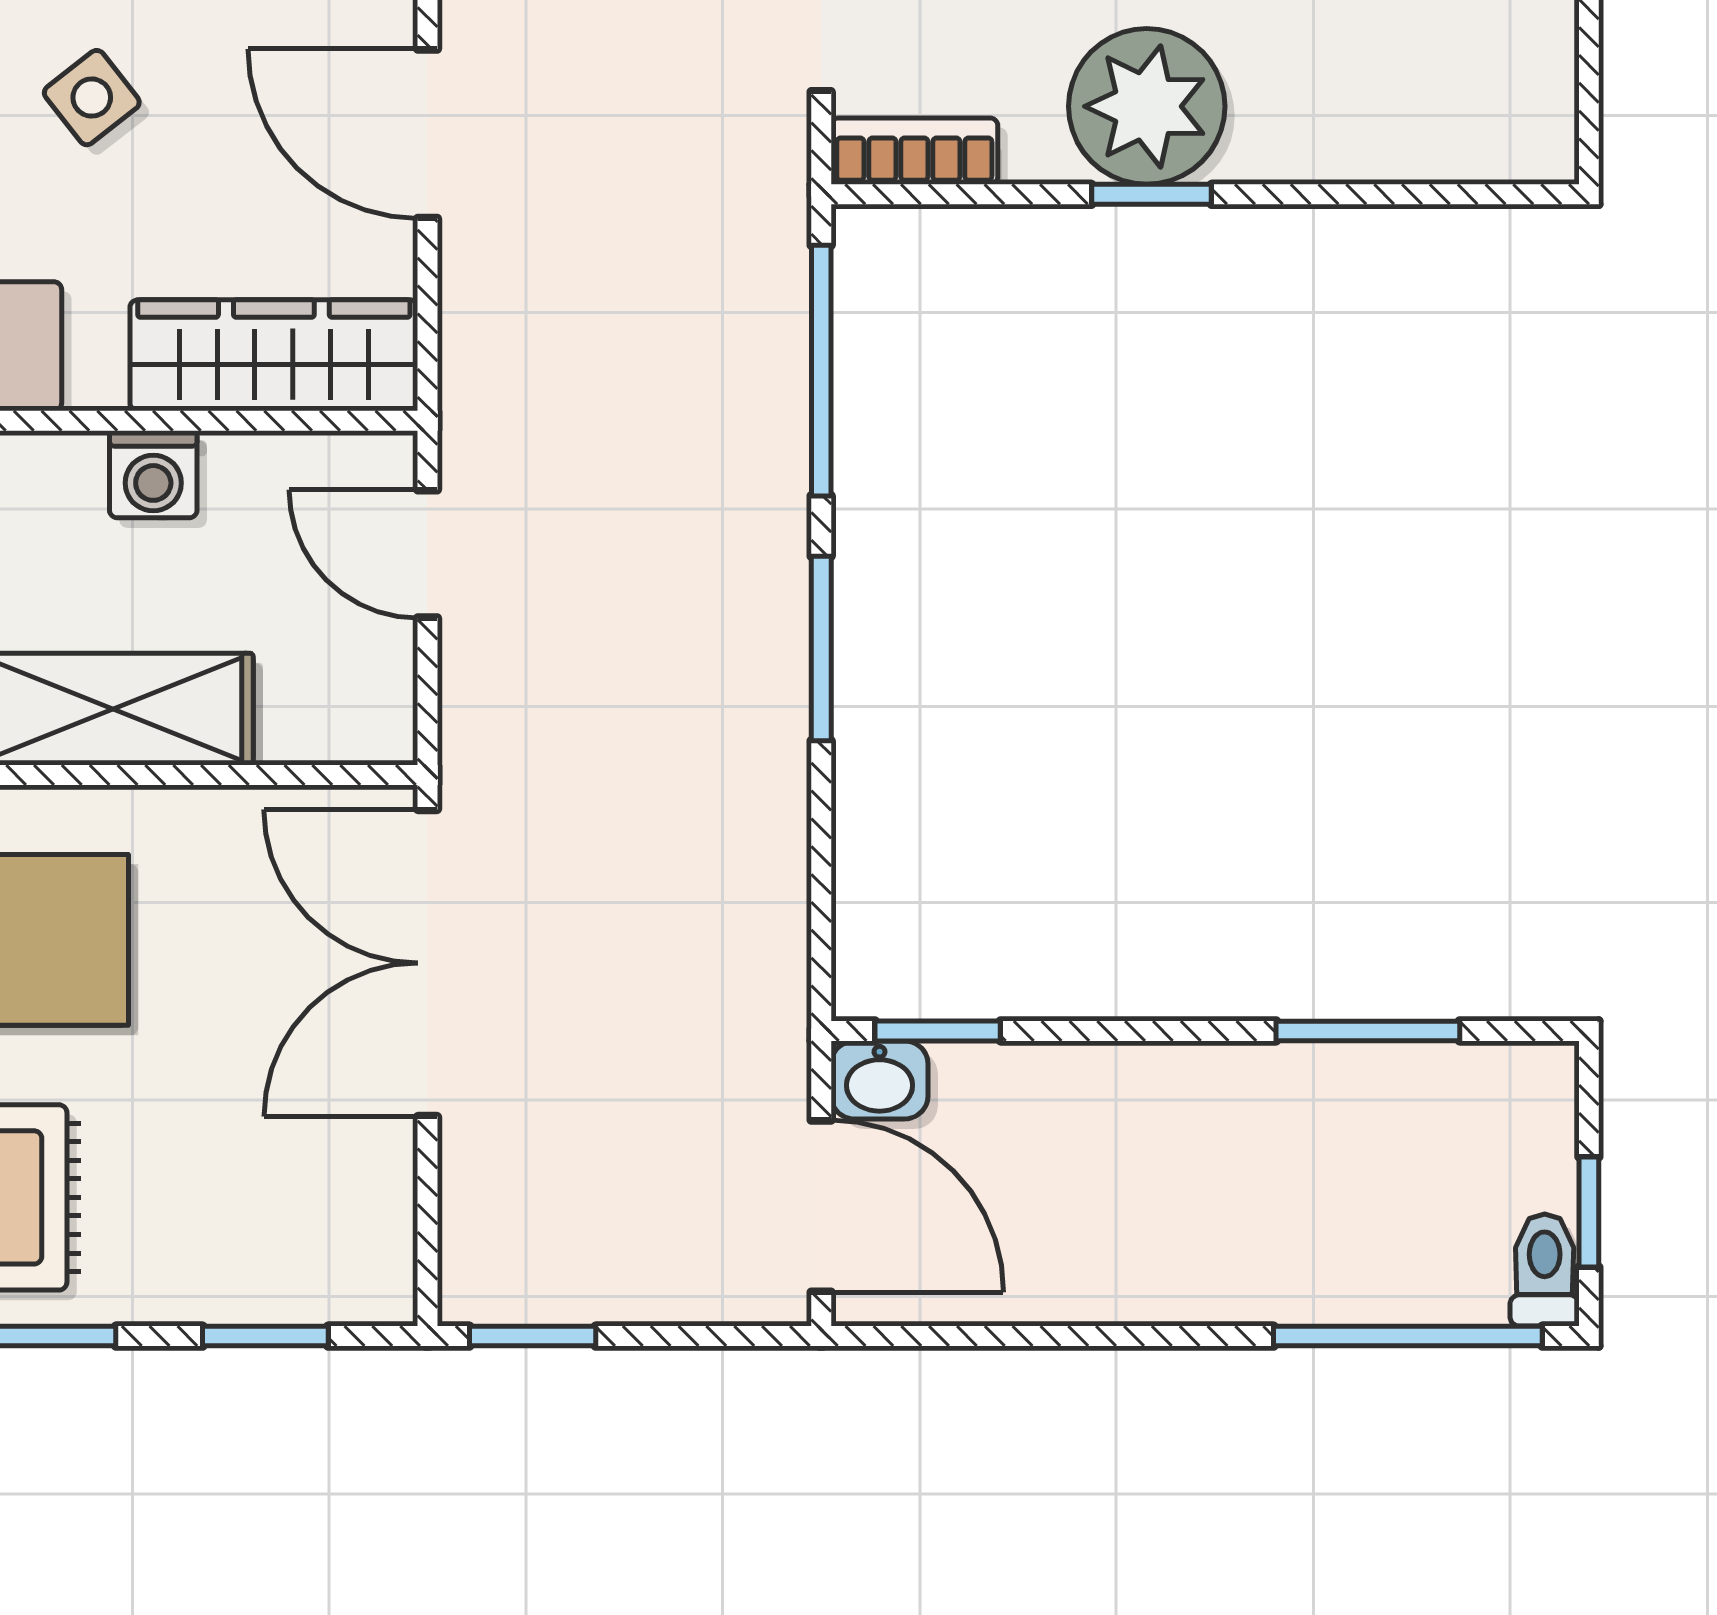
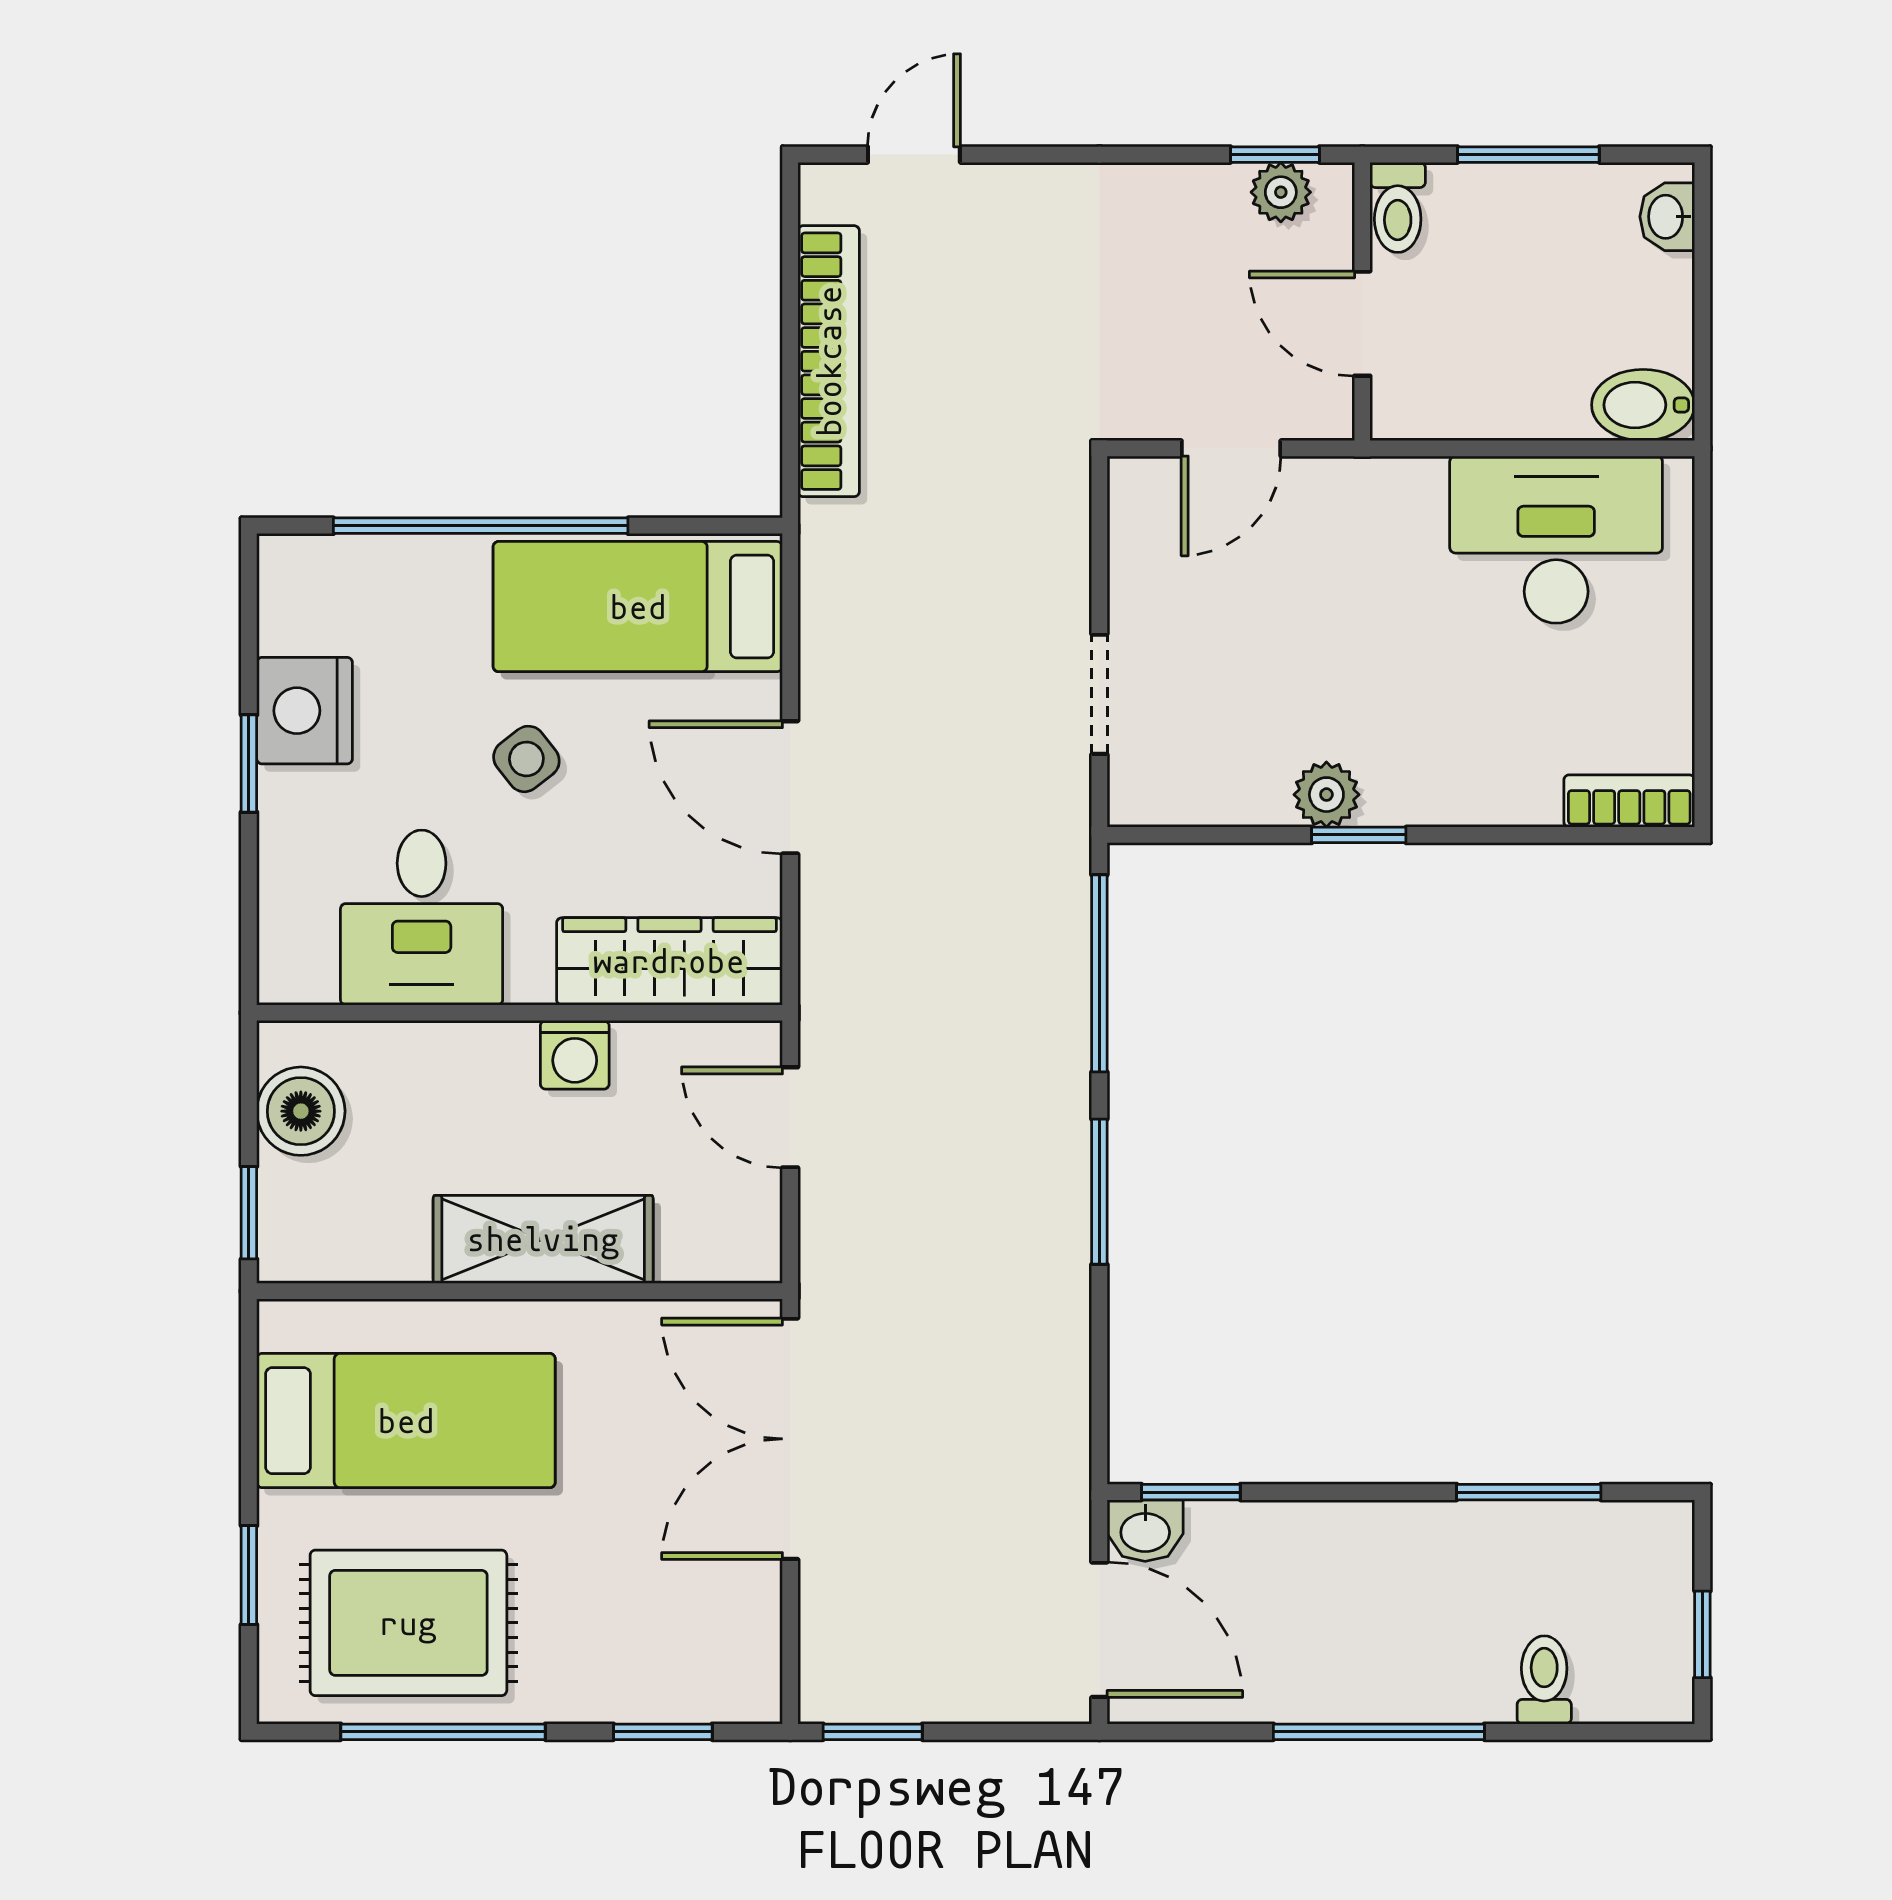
plant: (1147, 106) -> (1326, 795), width x0.53, depth x0.53
bookcase: (914, 151) -> (1629, 801), moved
toilet: (1545, 1270) -> (1544, 1680), moved
window: (1408, 1336) -> (1379, 1732), moved

